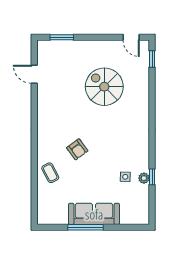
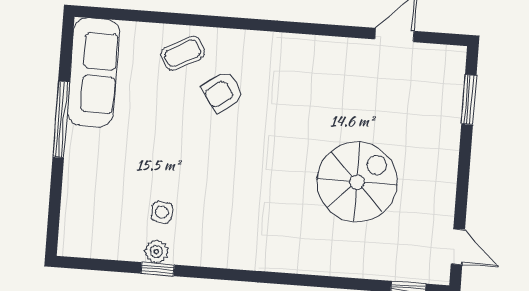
door: (131, 37) -> (458, 247), swing flipped
armchair: (77, 149) -> (223, 92), moved
sofa: (94, 214) -> (93, 72), moved

